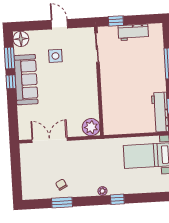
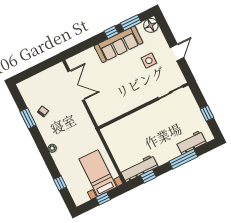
window: (116, 21) -> (207, 113), moved
workbench: (133, 32) -> (191, 143), moved, turned 90
plant: (91, 127) -> (102, 116), removed
window: (117, 199) -> (60, 183), moved

